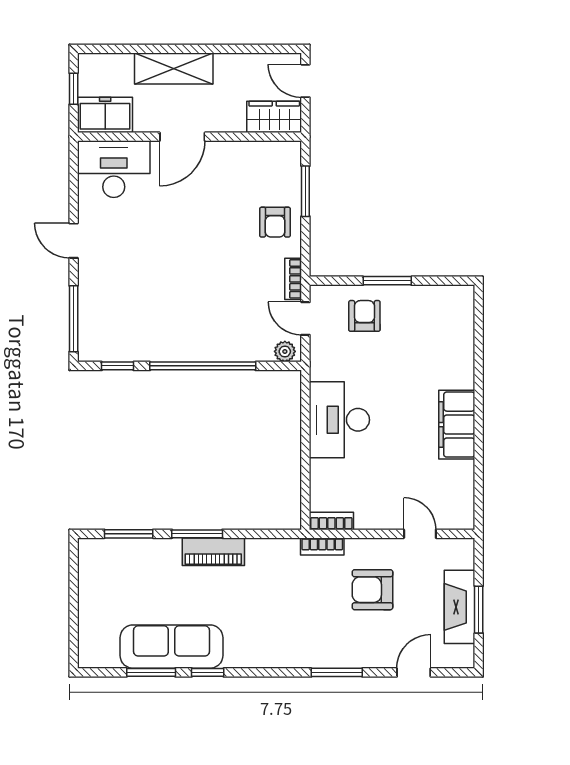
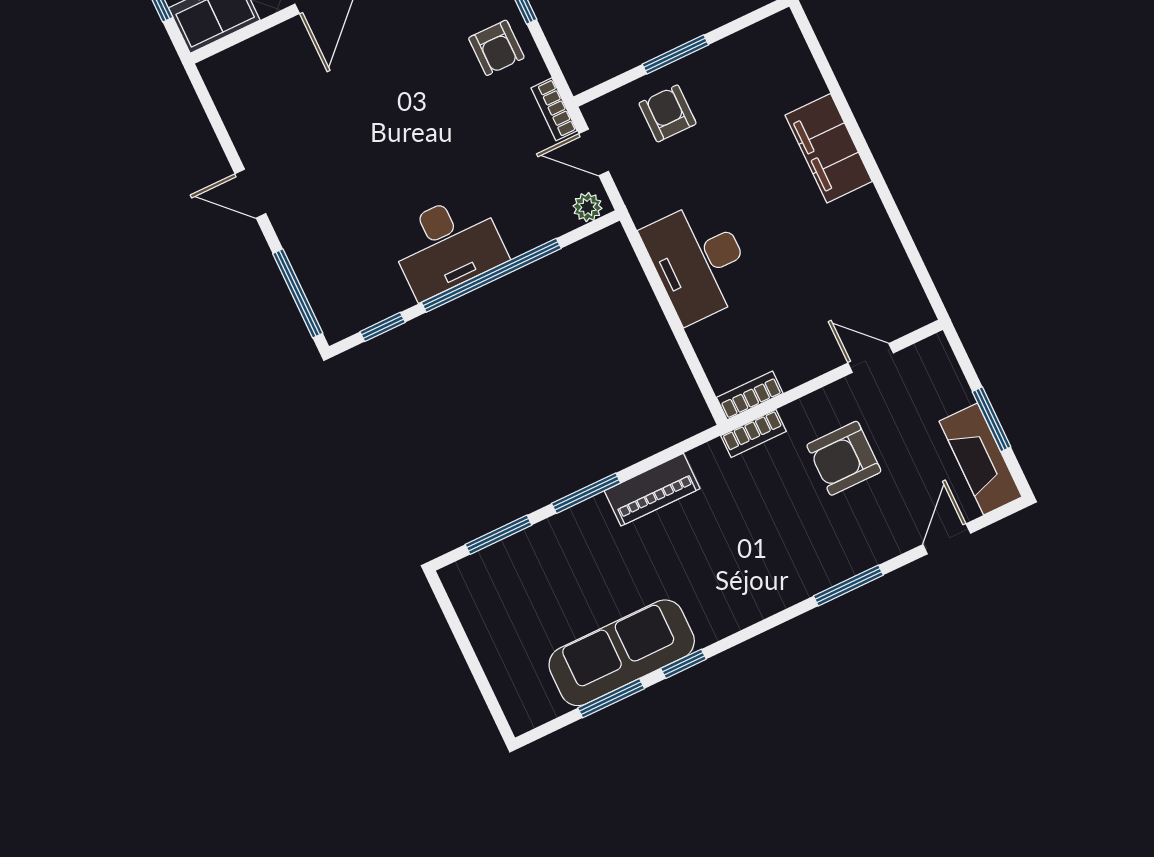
desk: (114, 169) -> (447, 245), moved, turned 180
filing cabinet: (457, 425) -> (829, 148), moved
piano: (213, 552) -> (652, 490), moved
fireplace: (460, 607) -> (981, 459), moved

